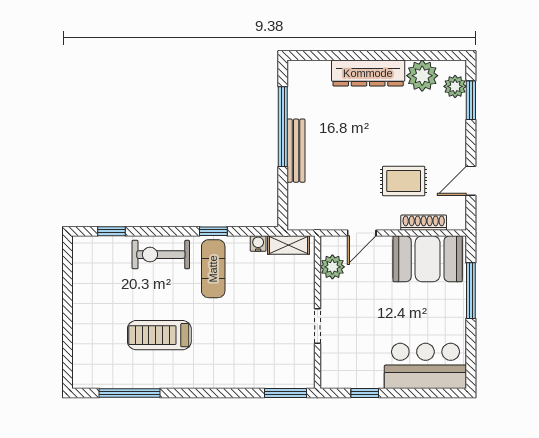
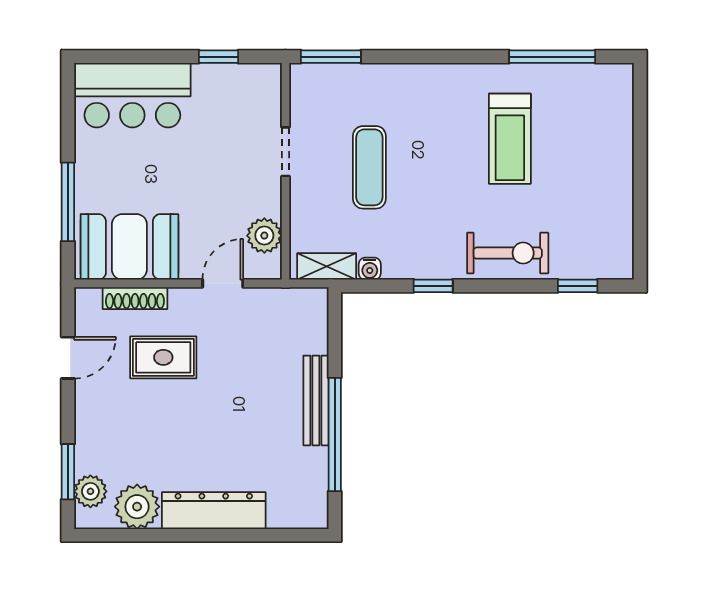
exercise mat: (213, 269) -> (369, 167), moved
treadmill: (159, 335) -> (510, 139), turned 90

